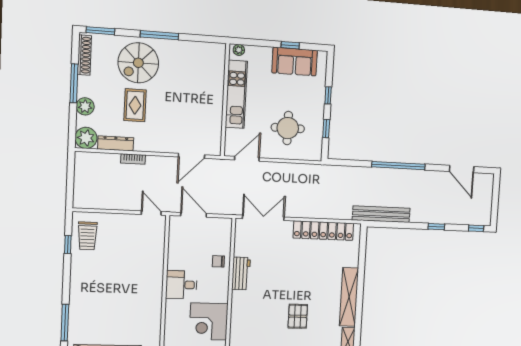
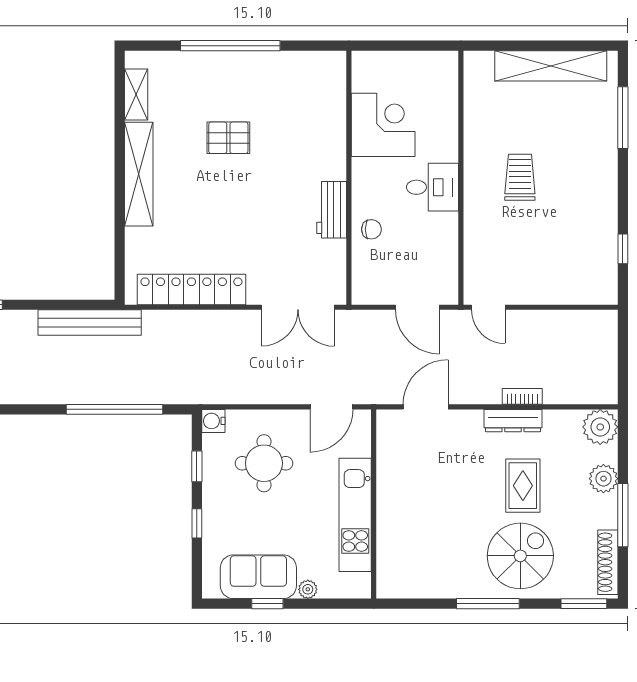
plant: (239, 50) -> (308, 589), moved
dresser: (116, 143) -> (513, 421), moved
water cooler: (315, 154) -> (213, 421), added
window: (398, 166) -> (114, 409), moved
trolley: (87, 236) -> (520, 177), moved
pallet: (298, 316) -> (228, 138), turned 90

